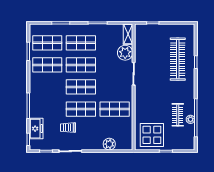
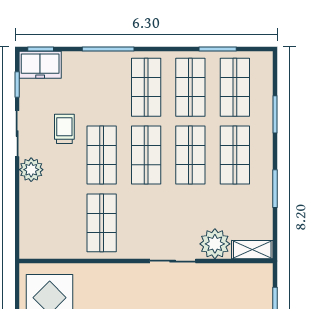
shop shelf: (47, 87) -> (146, 87), added
freezer: (36, 129) -> (40, 65), moved
plant: (109, 144) -> (31, 170), moved

